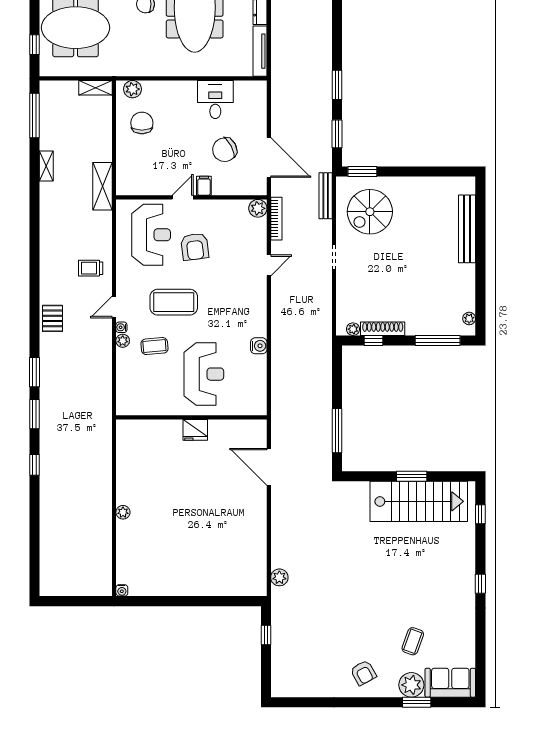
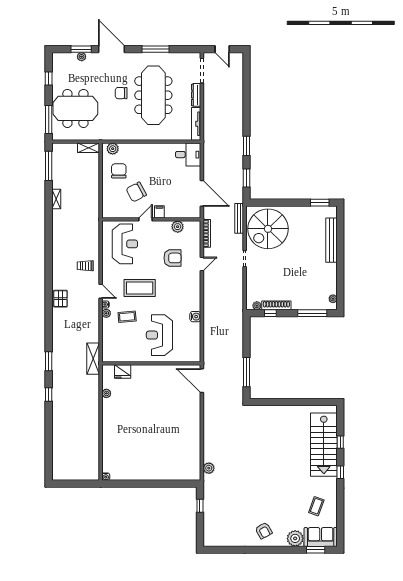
window: (35, 45) -> (49, 120), width x2.17
desk: (215, 99) -> (188, 155), moved, turned 90
chair: (225, 150) -> (136, 192), moved
window: (362, 172) -> (320, 203), moved
shelving: (103, 186) -> (93, 359), moved
plant: (258, 208) -> (178, 227), moved
spiral stairs: (370, 212) -> (268, 229), width x1.37, depth x1.37
armchair: (195, 247) -> (172, 258), moved, turned -83
door: (114, 307) -> (101, 291), swing flipped
window: (35, 372) -> (49, 334), removed
reception desk: (204, 374) -> (159, 335), turned 180
fridge: (195, 430) -> (123, 372), moved
door: (269, 467) -> (202, 381), moved
window: (412, 476) -> (295, 402), removed
stairs: (419, 501) -> (324, 445), moved, turned 90
plant: (123, 512) -> (106, 393), moved
window: (480, 514) -> (340, 442), moved
coffee table: (413, 641) -> (316, 506), moved
window: (417, 702) -> (316, 550), moved

